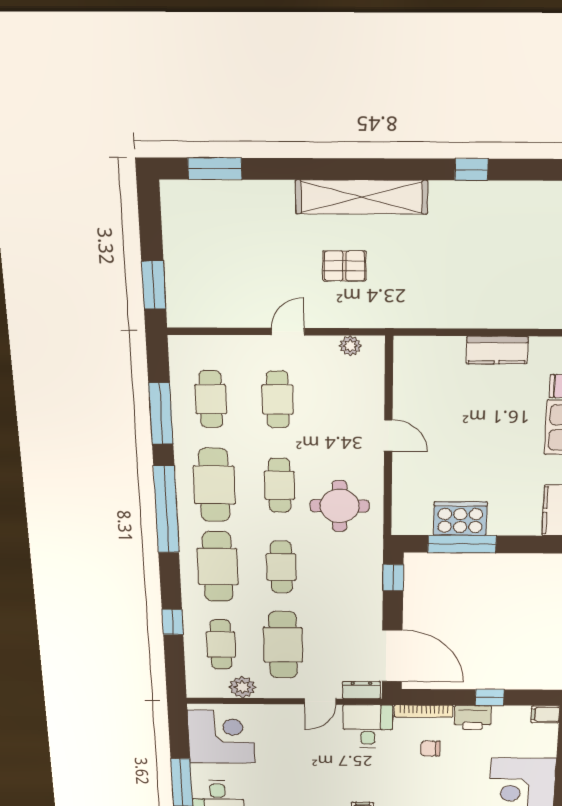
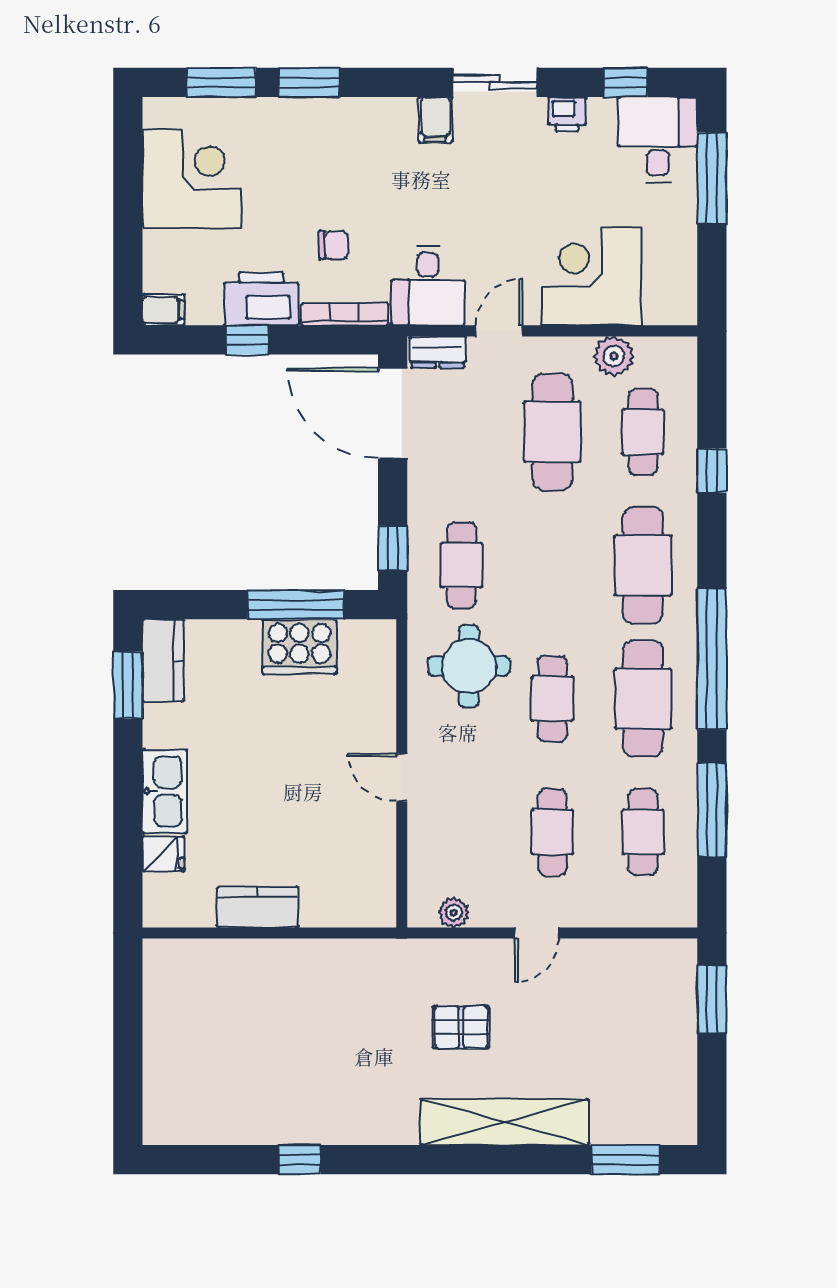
shelving: (362, 197) -> (505, 1122), moved
cafe table: (281, 567) -> (462, 565), moved
printer: (473, 717) -> (261, 299), width x1.37, depth x1.19
corner desk: (221, 737) -> (592, 276), moved, turned 90

